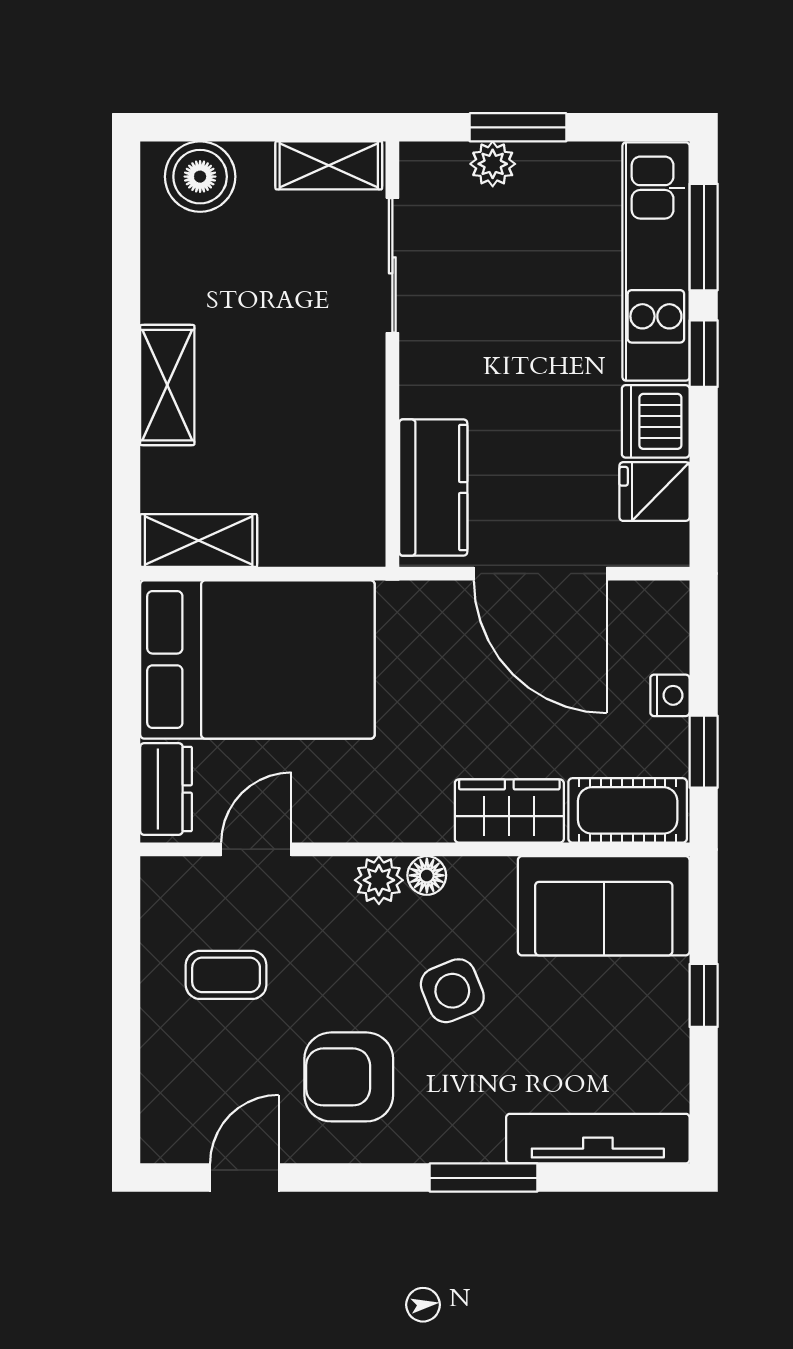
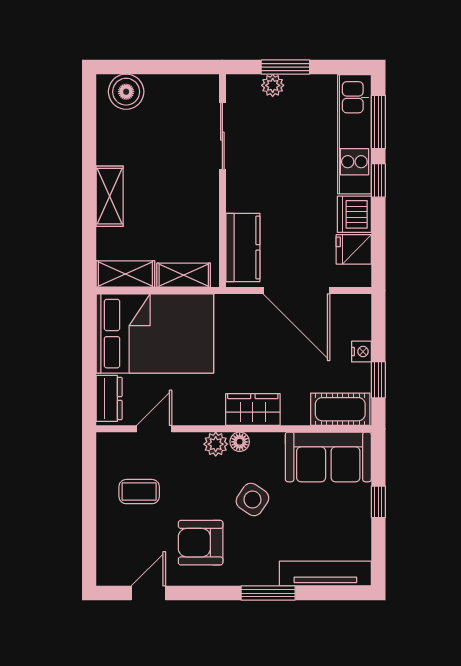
shelving: (329, 165) -> (184, 275), moved
wardrobe: (509, 811) -> (253, 409), moved
side table: (452, 991) -> (252, 499), turned -34

